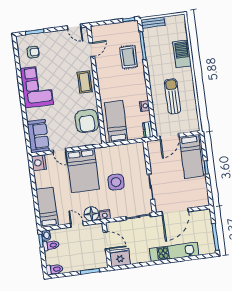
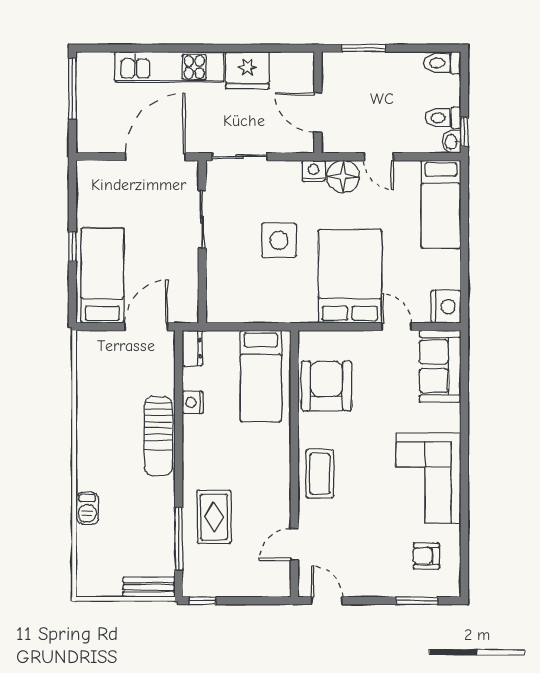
barbecue: (182, 54) -> (87, 508), width x0.53, depth x0.65
sun lounger: (173, 96) -> (158, 436), moved
fridge: (120, 258) -> (247, 70), moved

